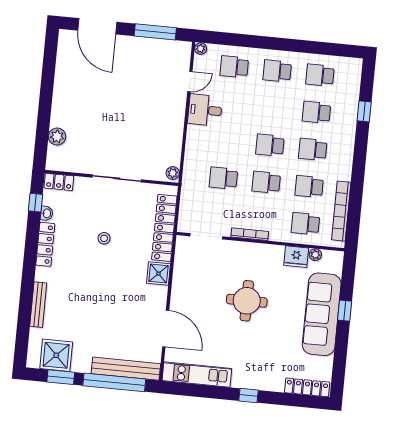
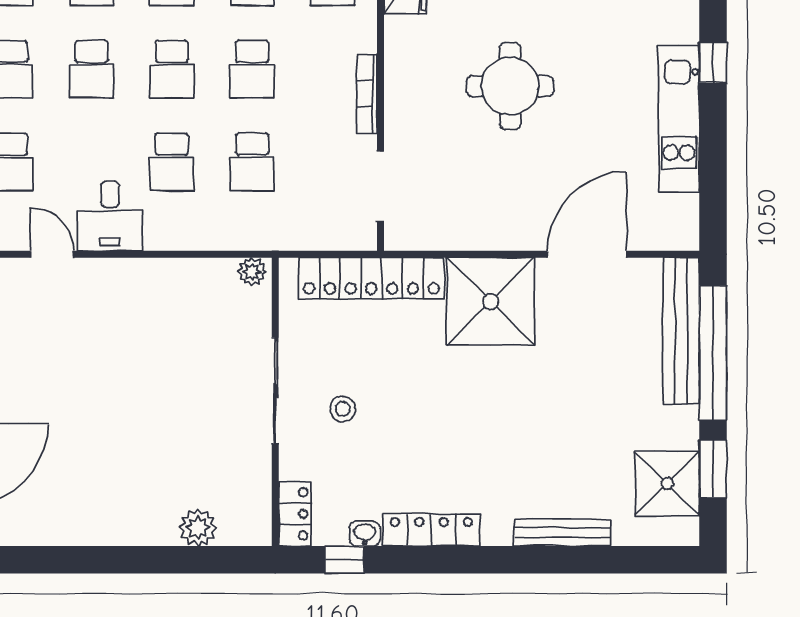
school desk: (274, 108) -> (91, 69), added
school desk: (227, 141) -> (172, 162), added
stool: (104, 238) -> (343, 409), moved
shower: (158, 274) -> (491, 301), width x1.86, depth x1.86
kitchen unit: (197, 375) -> (679, 119), moved

